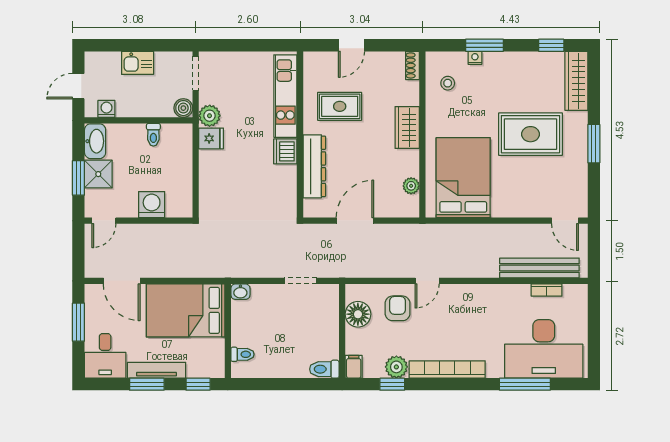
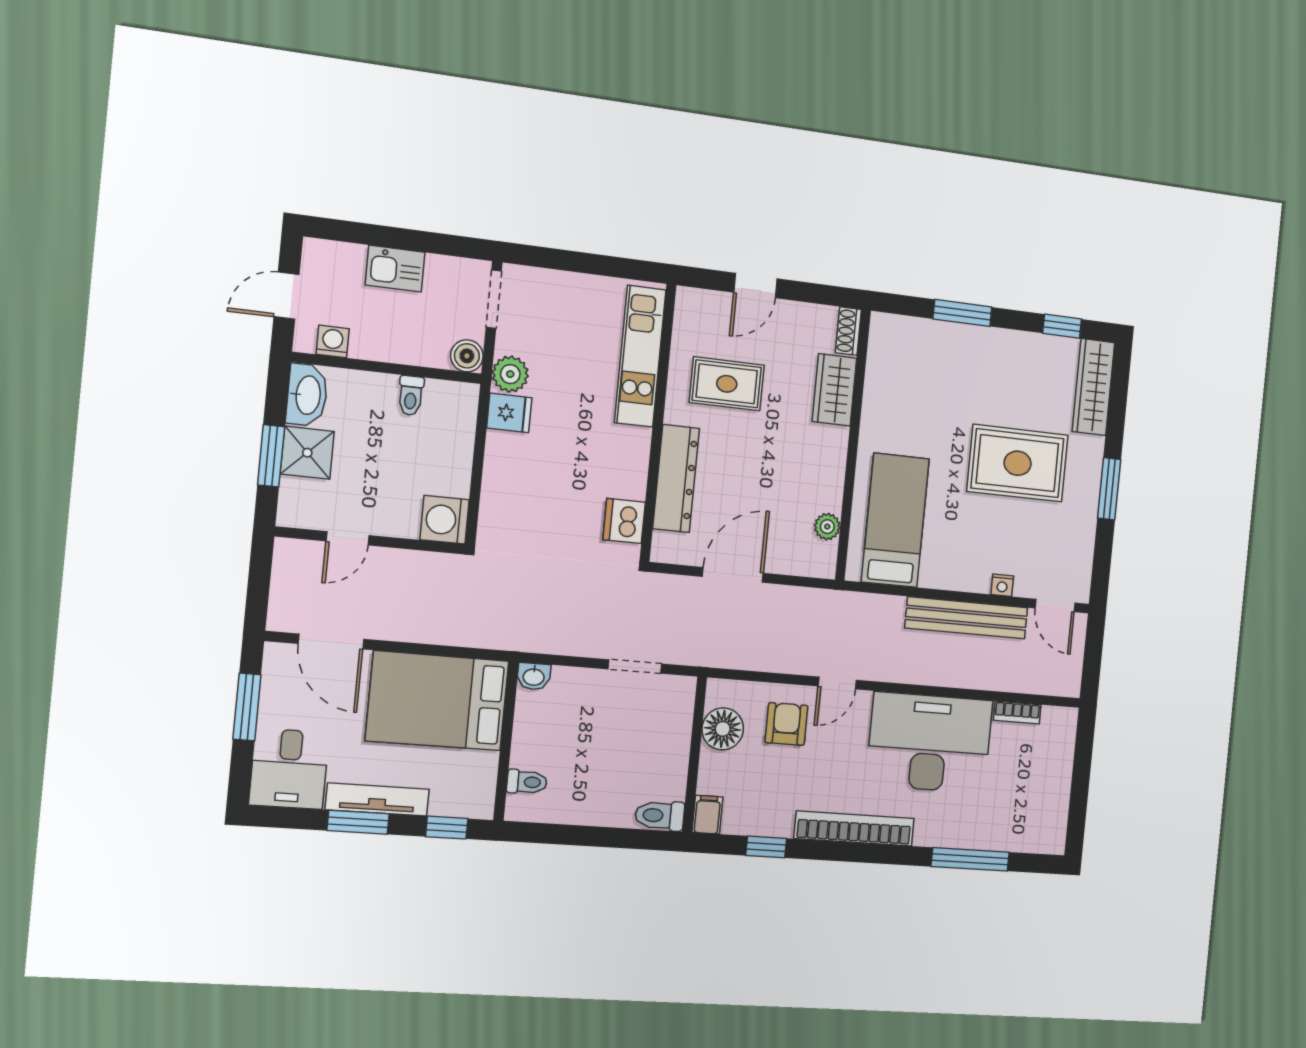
nightstand: (475, 58) -> (1002, 585), moved, turned 180
stool: (448, 83) -> (900, 367), removed
wardrobe: (407, 127) -> (834, 390), moved
dishwasher: (285, 151) -> (624, 521), moved
bed: (463, 178) -> (895, 520), width x0.67
washing machine: (152, 205) -> (445, 520), moved, turned -90
door: (104, 221) -> (348, 538), moved
bench: (539, 268) -> (966, 618), moved
desk: (544, 349) -> (929, 743), moved, turned 180
plant: (396, 367) -> (775, 819), removed

